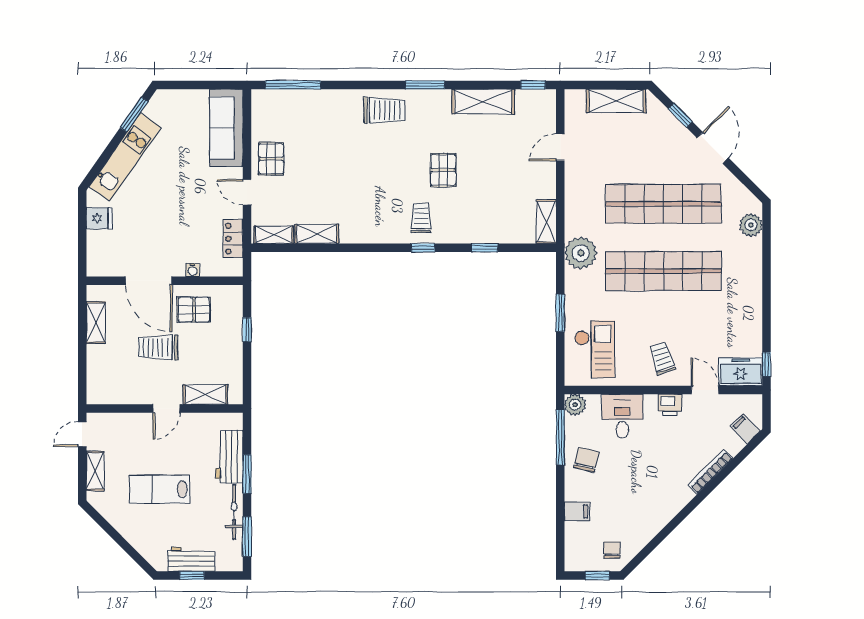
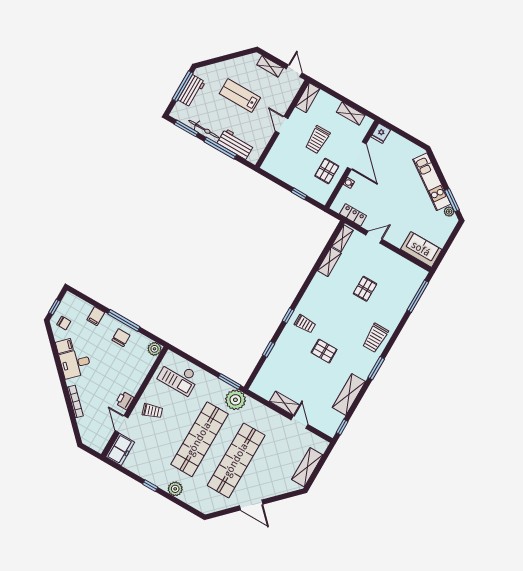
plant: (152, 110) -> (449, 212), added
window: (680, 115) -> (279, 498), removed
sofa: (226, 128) -> (421, 249), width x0.73
pallet: (271, 159) -> (365, 289), moved, turned 90
fridge: (99, 218) -> (381, 133), moved
shelving: (546, 222) -> (284, 403), moved
plant: (751, 225) -> (175, 489), moved
door: (149, 281) -> (357, 156), swing flipped
window: (560, 313) -> (229, 382), moved
trolley: (158, 347) -> (317, 140), turned 180
window: (766, 364) -> (150, 486), moved
door: (705, 390) -> (122, 424), swing flipped
shelving: (205, 394) -> (308, 98), moved
desk: (622, 416) -> (75, 364), moved, turned 135
filing cabinet: (745, 429) -> (64, 346), moved
window: (560, 437) -> (124, 320), moved
chair: (586, 460) -> (121, 338), turned -103
window: (247, 474) -> (220, 148), width x1.44
lab bench: (159, 489) -> (240, 96), turned -90
window: (192, 575) -> (183, 86), width x2.17

